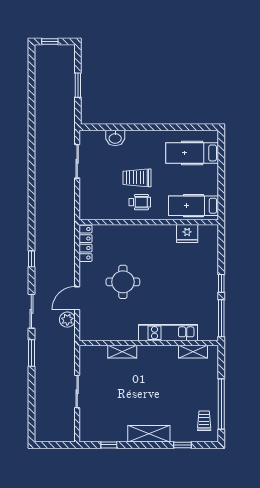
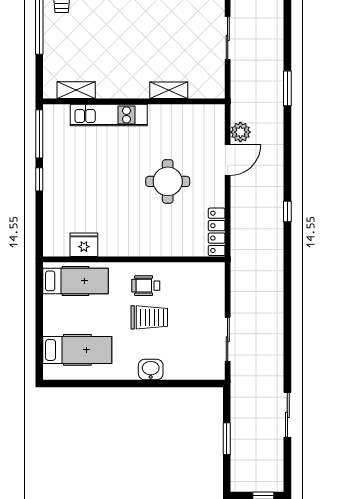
washbasin: (115, 138) -> (151, 370), moved
sliding door: (31, 311) -> (287, 415), moved

